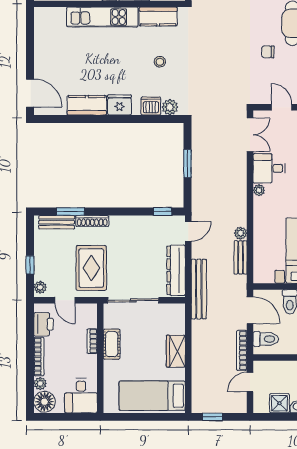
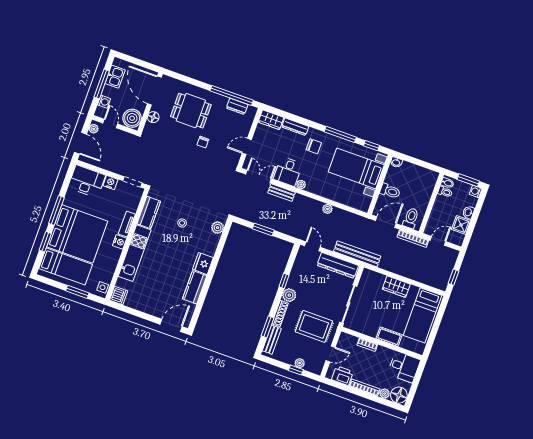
dishwasher: (151, 106) -> (119, 296), moved, turned 180
window: (163, 212) -> (284, 281), moved
plant: (119, 224) -> (289, 295), added
bench: (241, 257) -> (281, 193), moved
plant: (40, 287) -> (300, 363), moved
cot: (112, 344) -> (389, 337), moved
door: (250, 382) -> (438, 241), swing flipped

